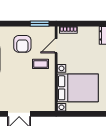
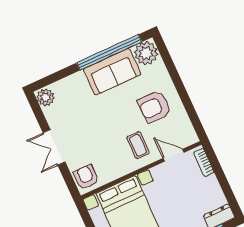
window: (40, 24) -> (194, 118), removed
armchair: (45, 103) -> (86, 177), added

